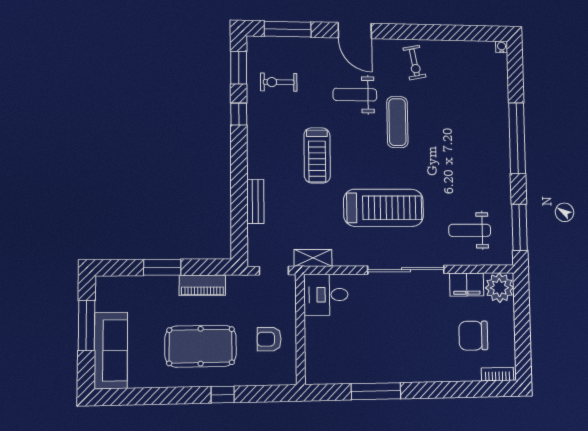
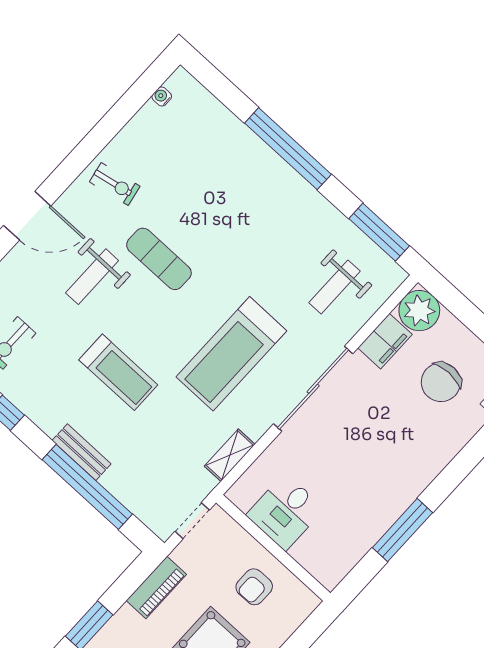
water cooler: (502, 47) -> (162, 96), moved
window: (239, 195) -> (87, 487), added
bench: (255, 201) -> (82, 452), moved
treadmill: (384, 208) -> (231, 354), turned 180
shelving: (313, 258) -> (230, 455), moved
piano: (202, 285) -> (156, 587), moved
desk: (326, 295) -> (285, 512), moved

